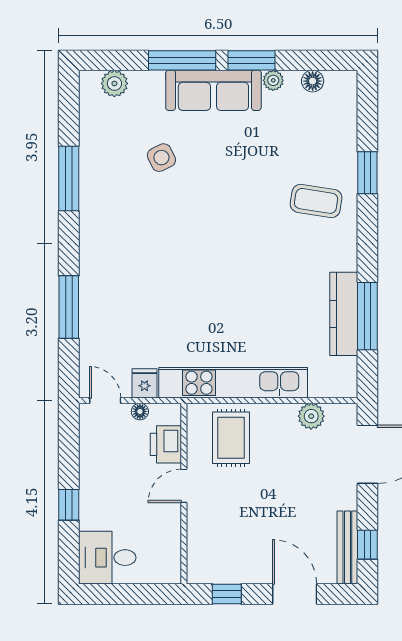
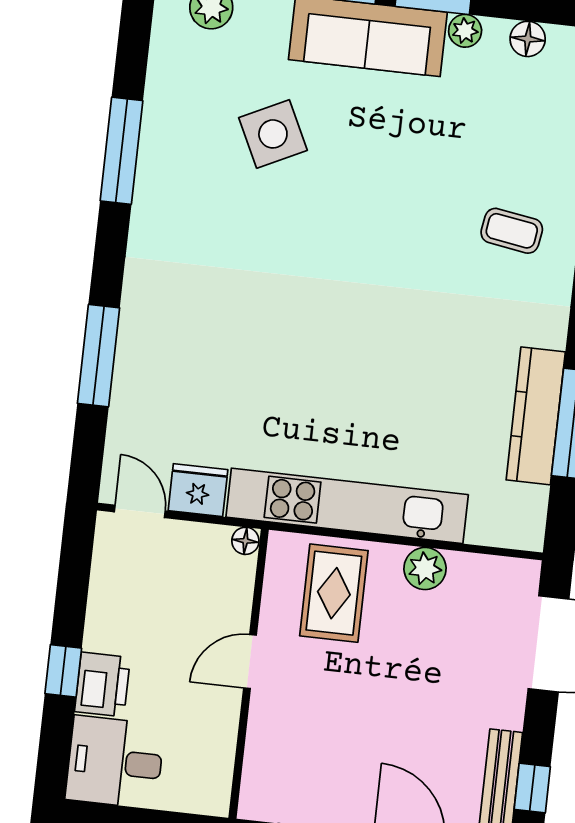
side table: (161, 158) -> (273, 134), width x1.37, depth x1.37
coffee table: (316, 201) -> (512, 231), width x0.73, depth x0.77
fridge: (144, 383) -> (198, 490), width x1.38
floor lamp: (140, 411) -> (245, 541), moved
plant: (311, 416) -> (425, 569), moved
printer: (166, 444) -> (102, 684), moved, turned 180

